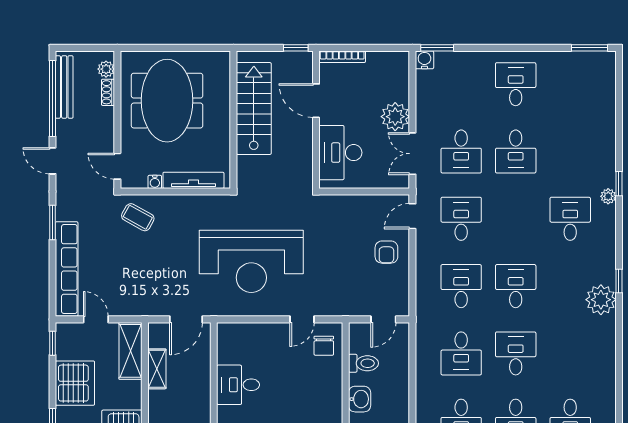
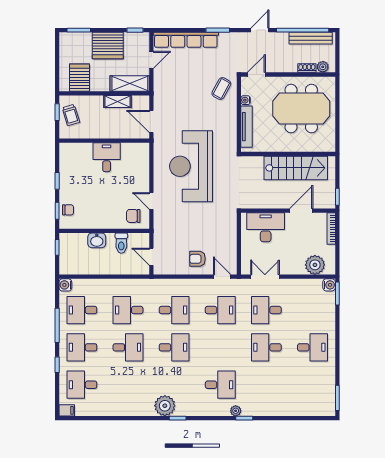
plant: (395, 117) -> (315, 265), moved

